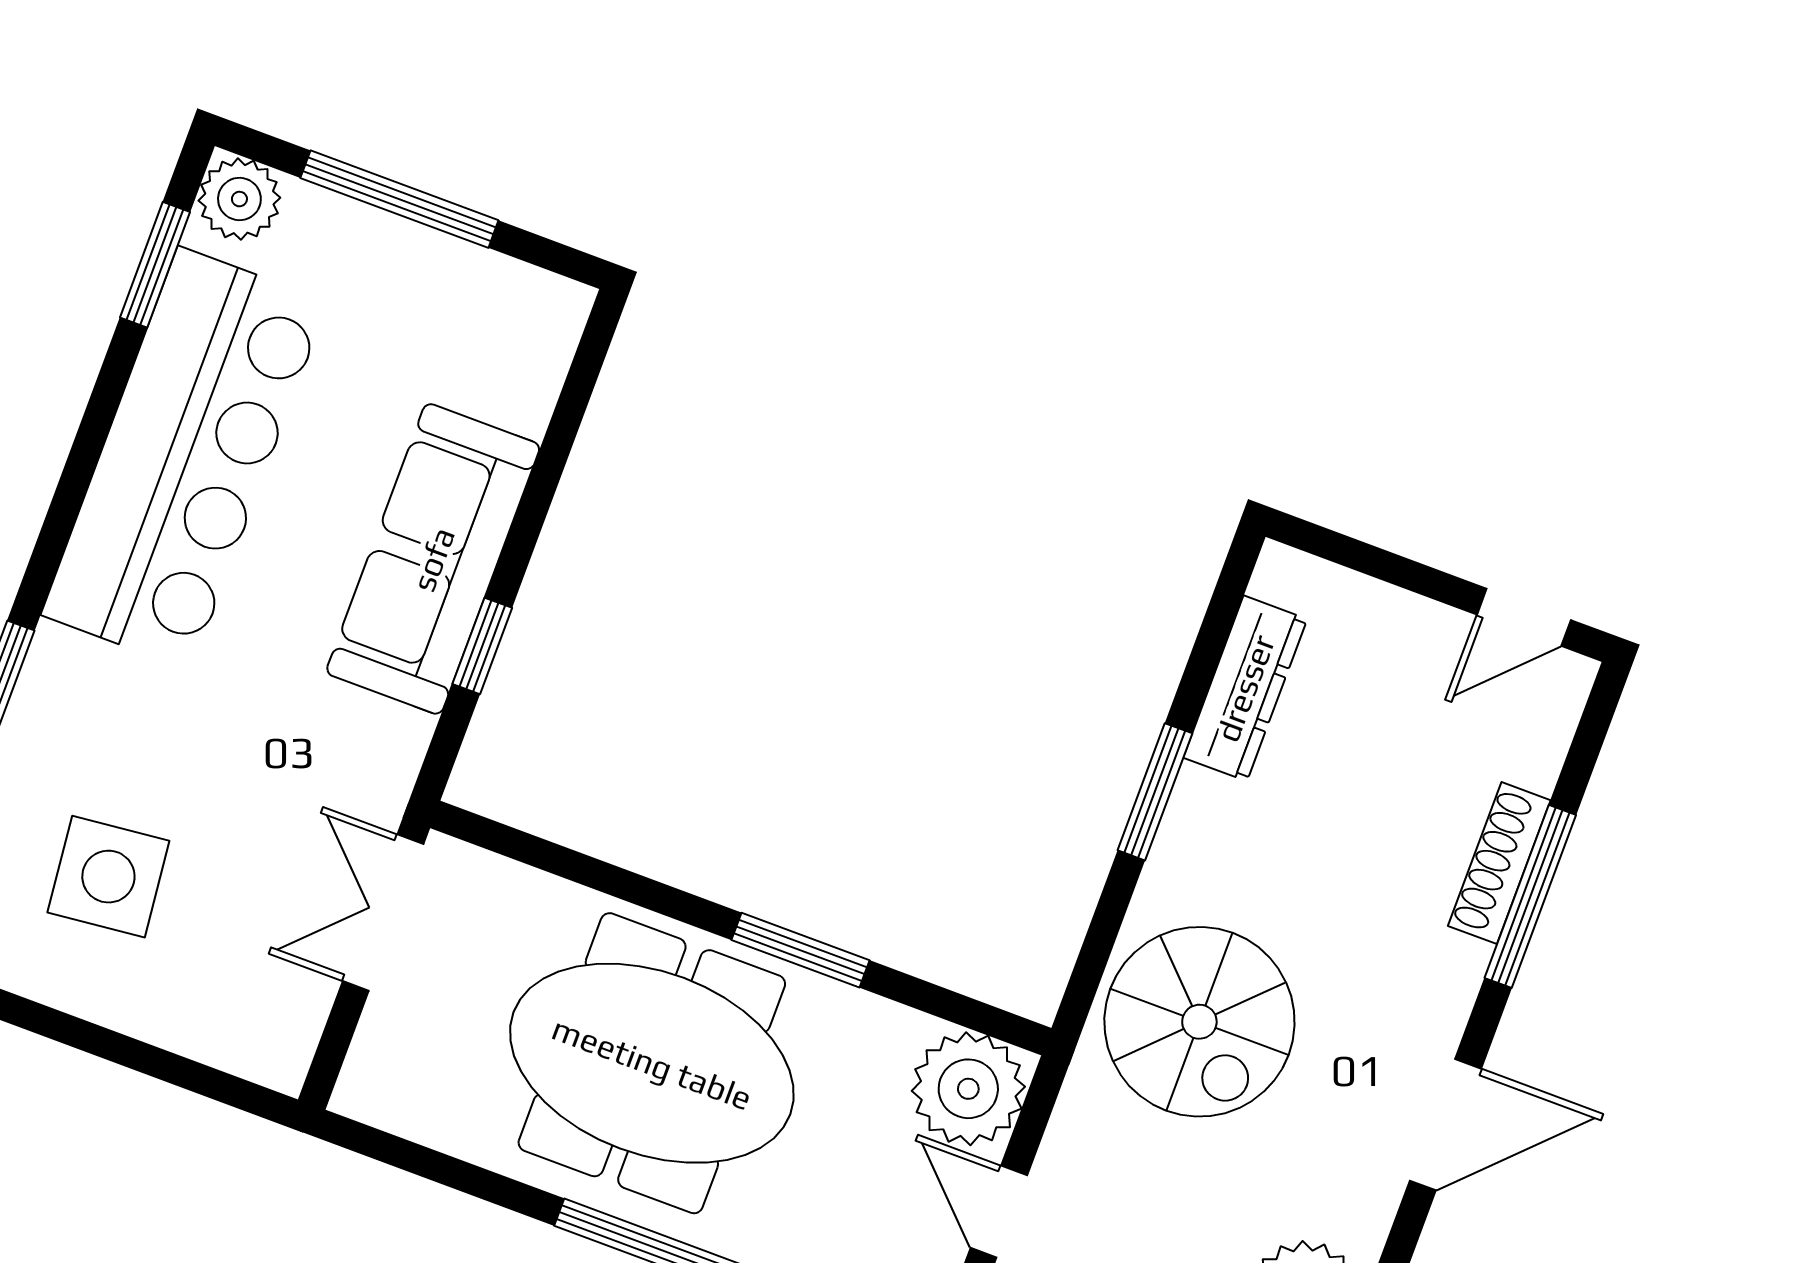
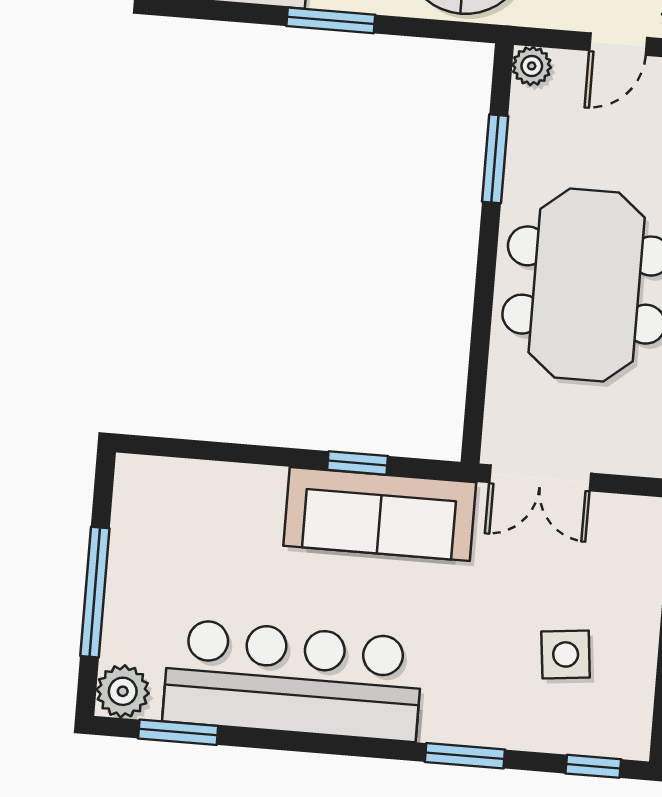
sofa: (433, 559) -> (380, 514), moved
side table: (108, 877) -> (566, 654), width x0.73, depth x0.73
window: (800, 950) -> (495, 159), moved
plant: (968, 1089) -> (532, 66), width x0.53, depth x0.53

